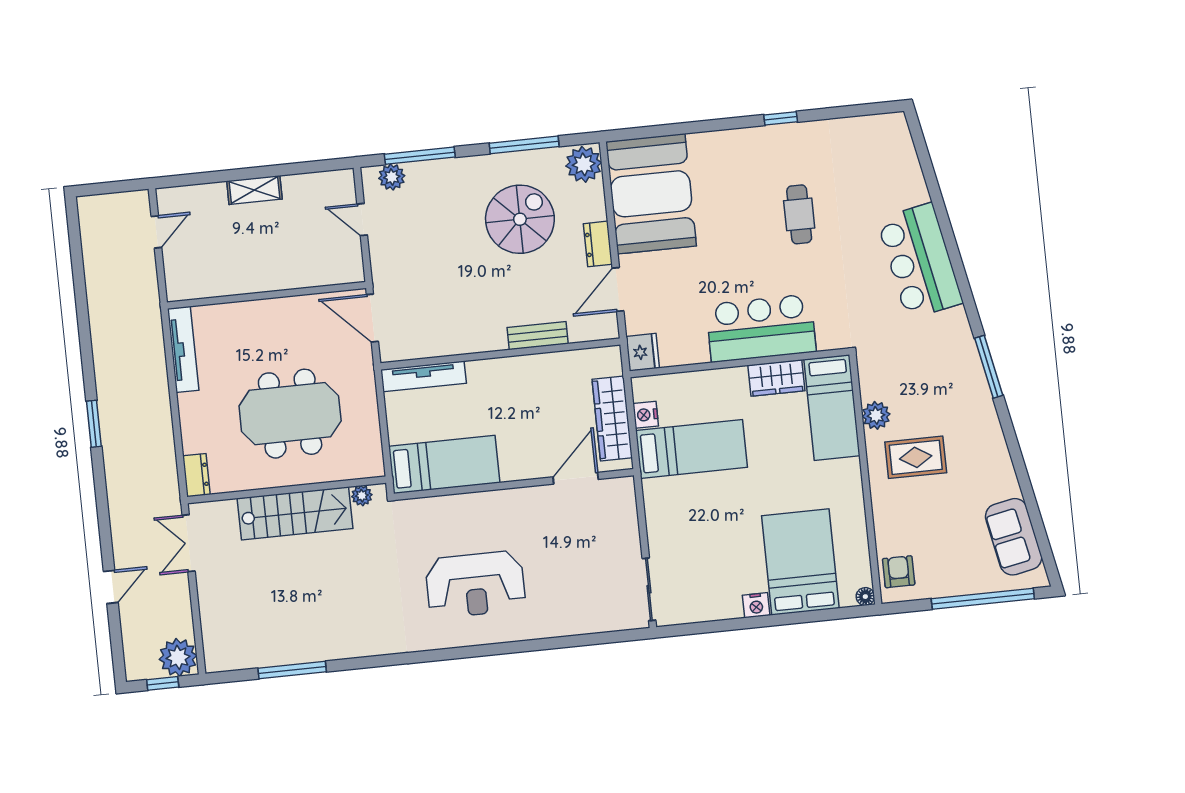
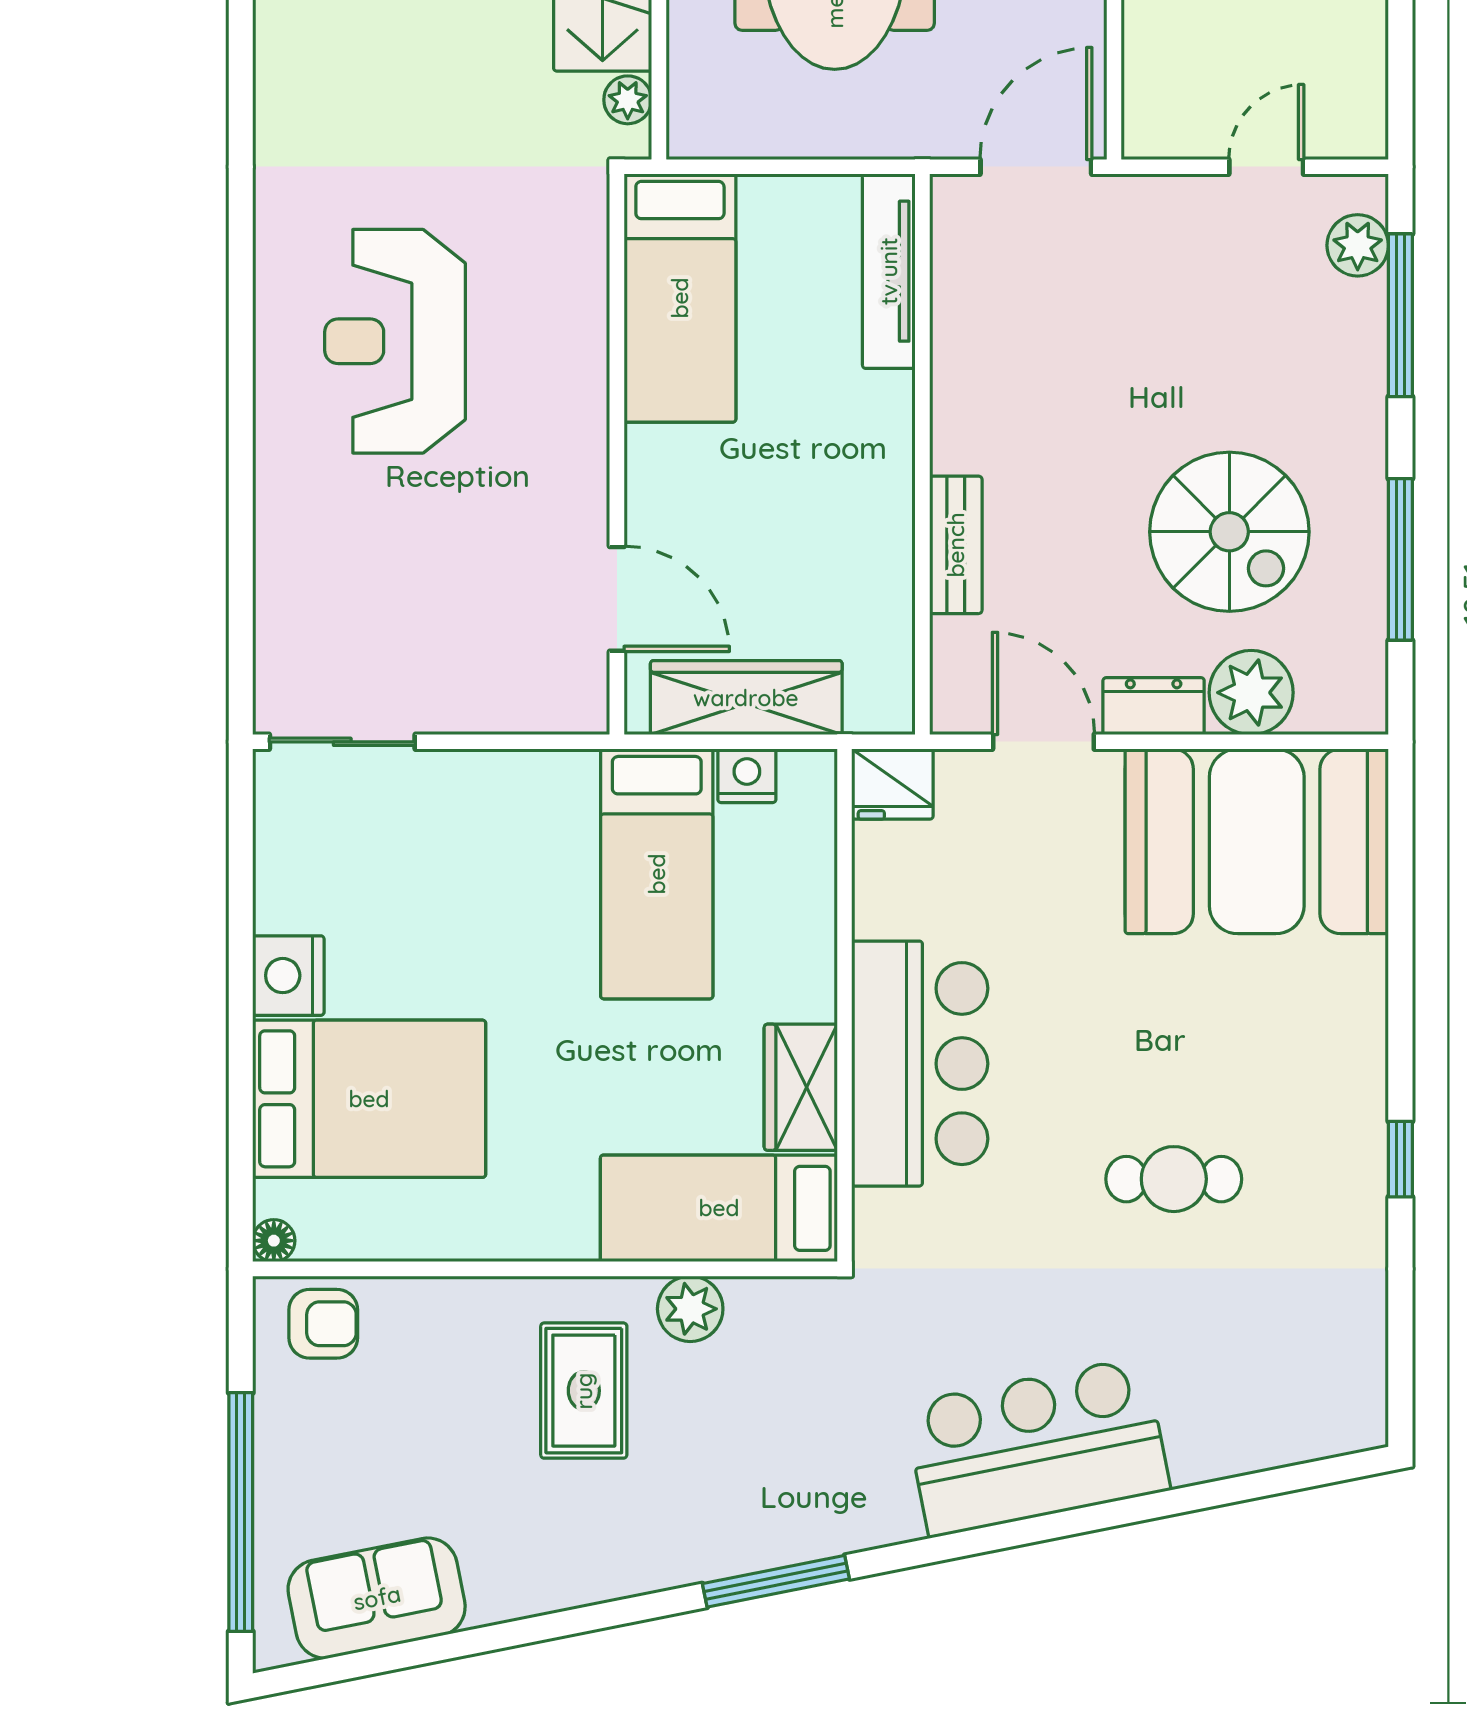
plant: (584, 164) -> (1251, 693), moved
nightstand: (756, 605) -> (288, 976), width x1.36, depth x1.33

